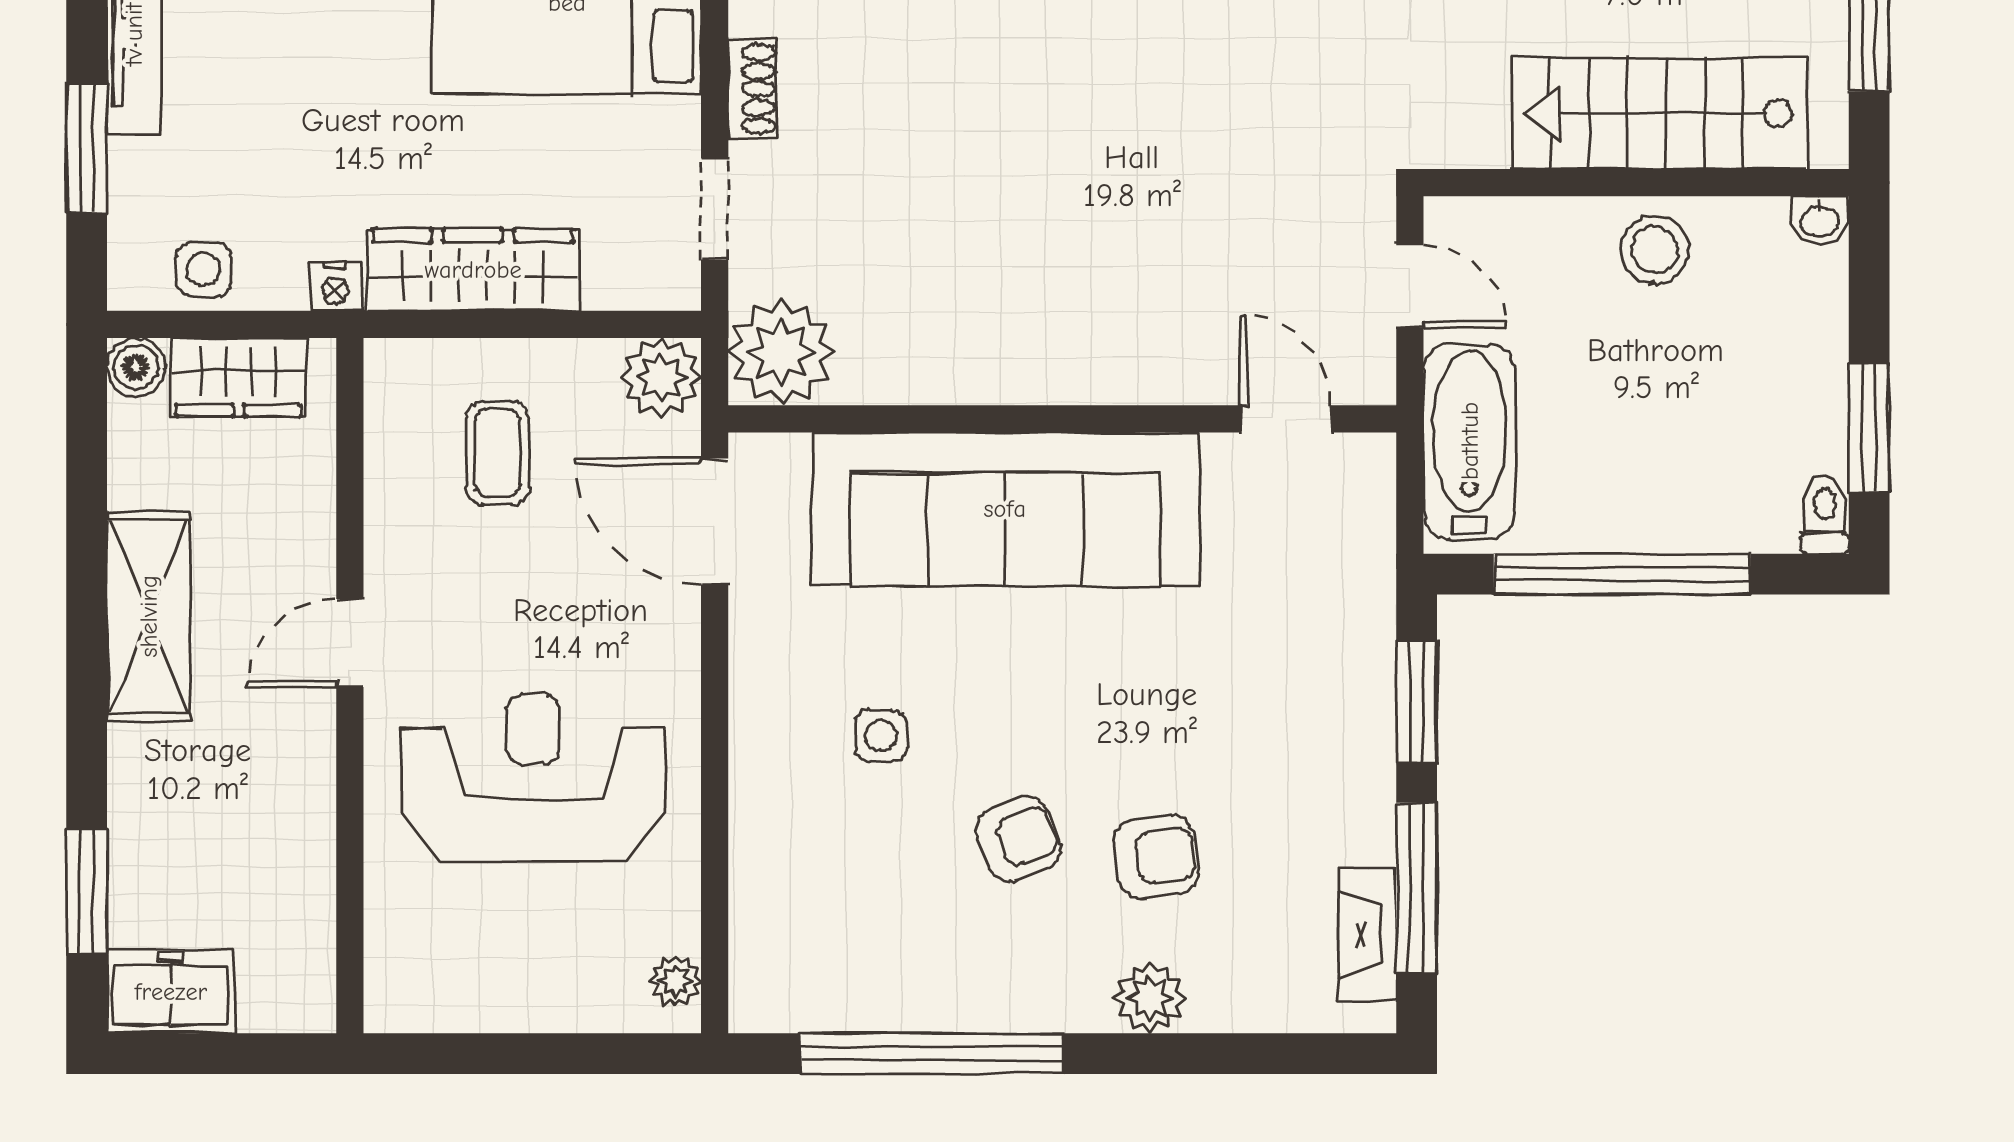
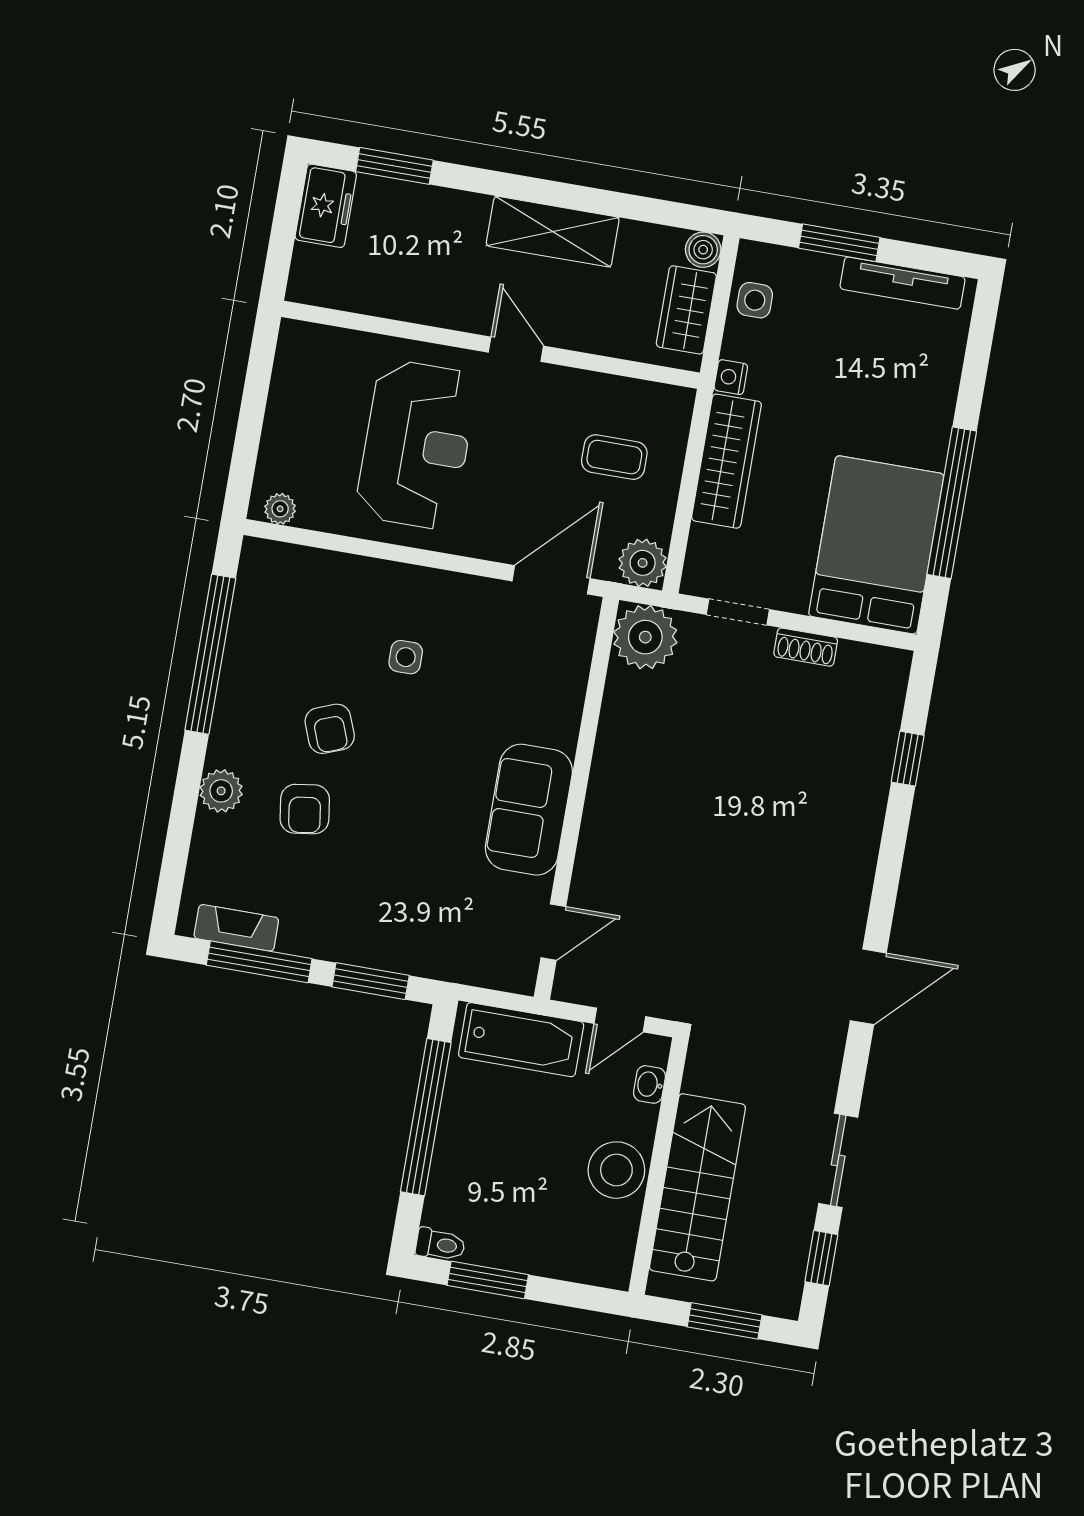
washbasin: (1819, 220) -> (649, 1084), moved
stool: (1654, 250) -> (616, 1170), width x1.38, depth x1.38
sofa: (1005, 509) -> (529, 810), width x0.54, depth x0.79

